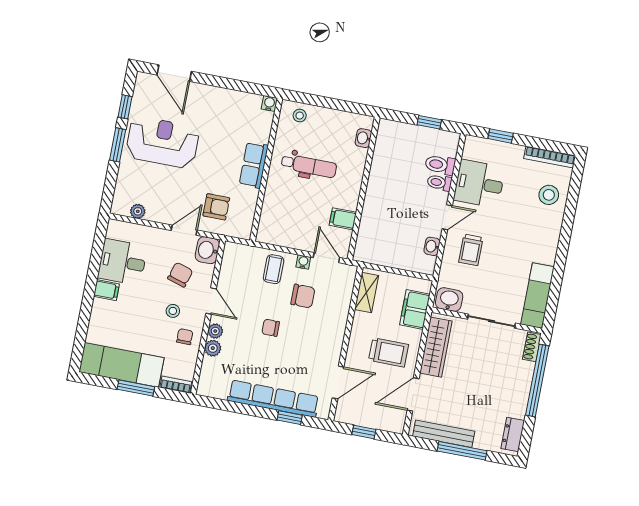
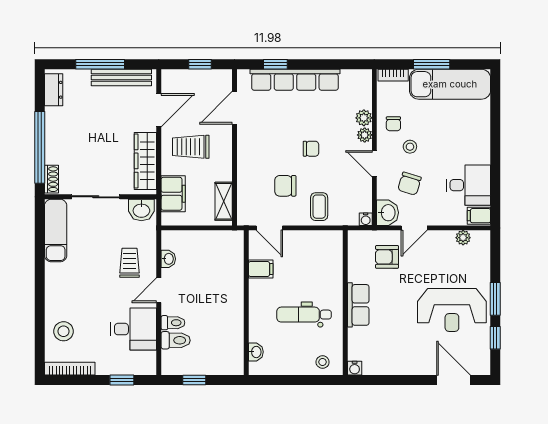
water cooler: (303, 262) -> (366, 219), moved
filing cabinet: (106, 290) -> (479, 216), moved

